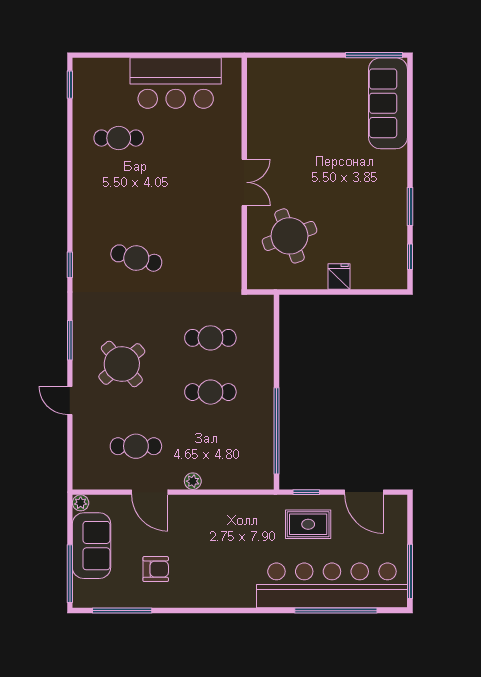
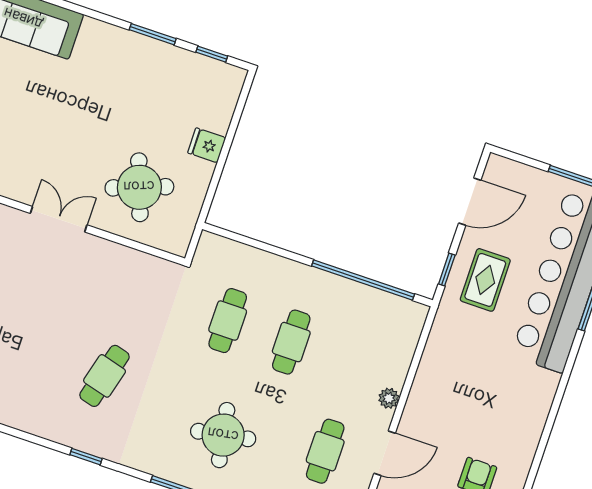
round table: (122, 364) -> (223, 435), turned 30

